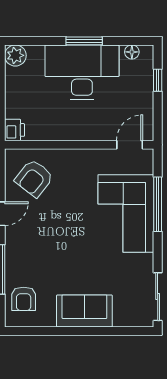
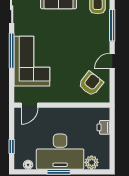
plant: (15, 55) -> (92, 162), moved
printer: (15, 130) -> (103, 127), moved
window: (158, 204) -> (12, 51), moved

